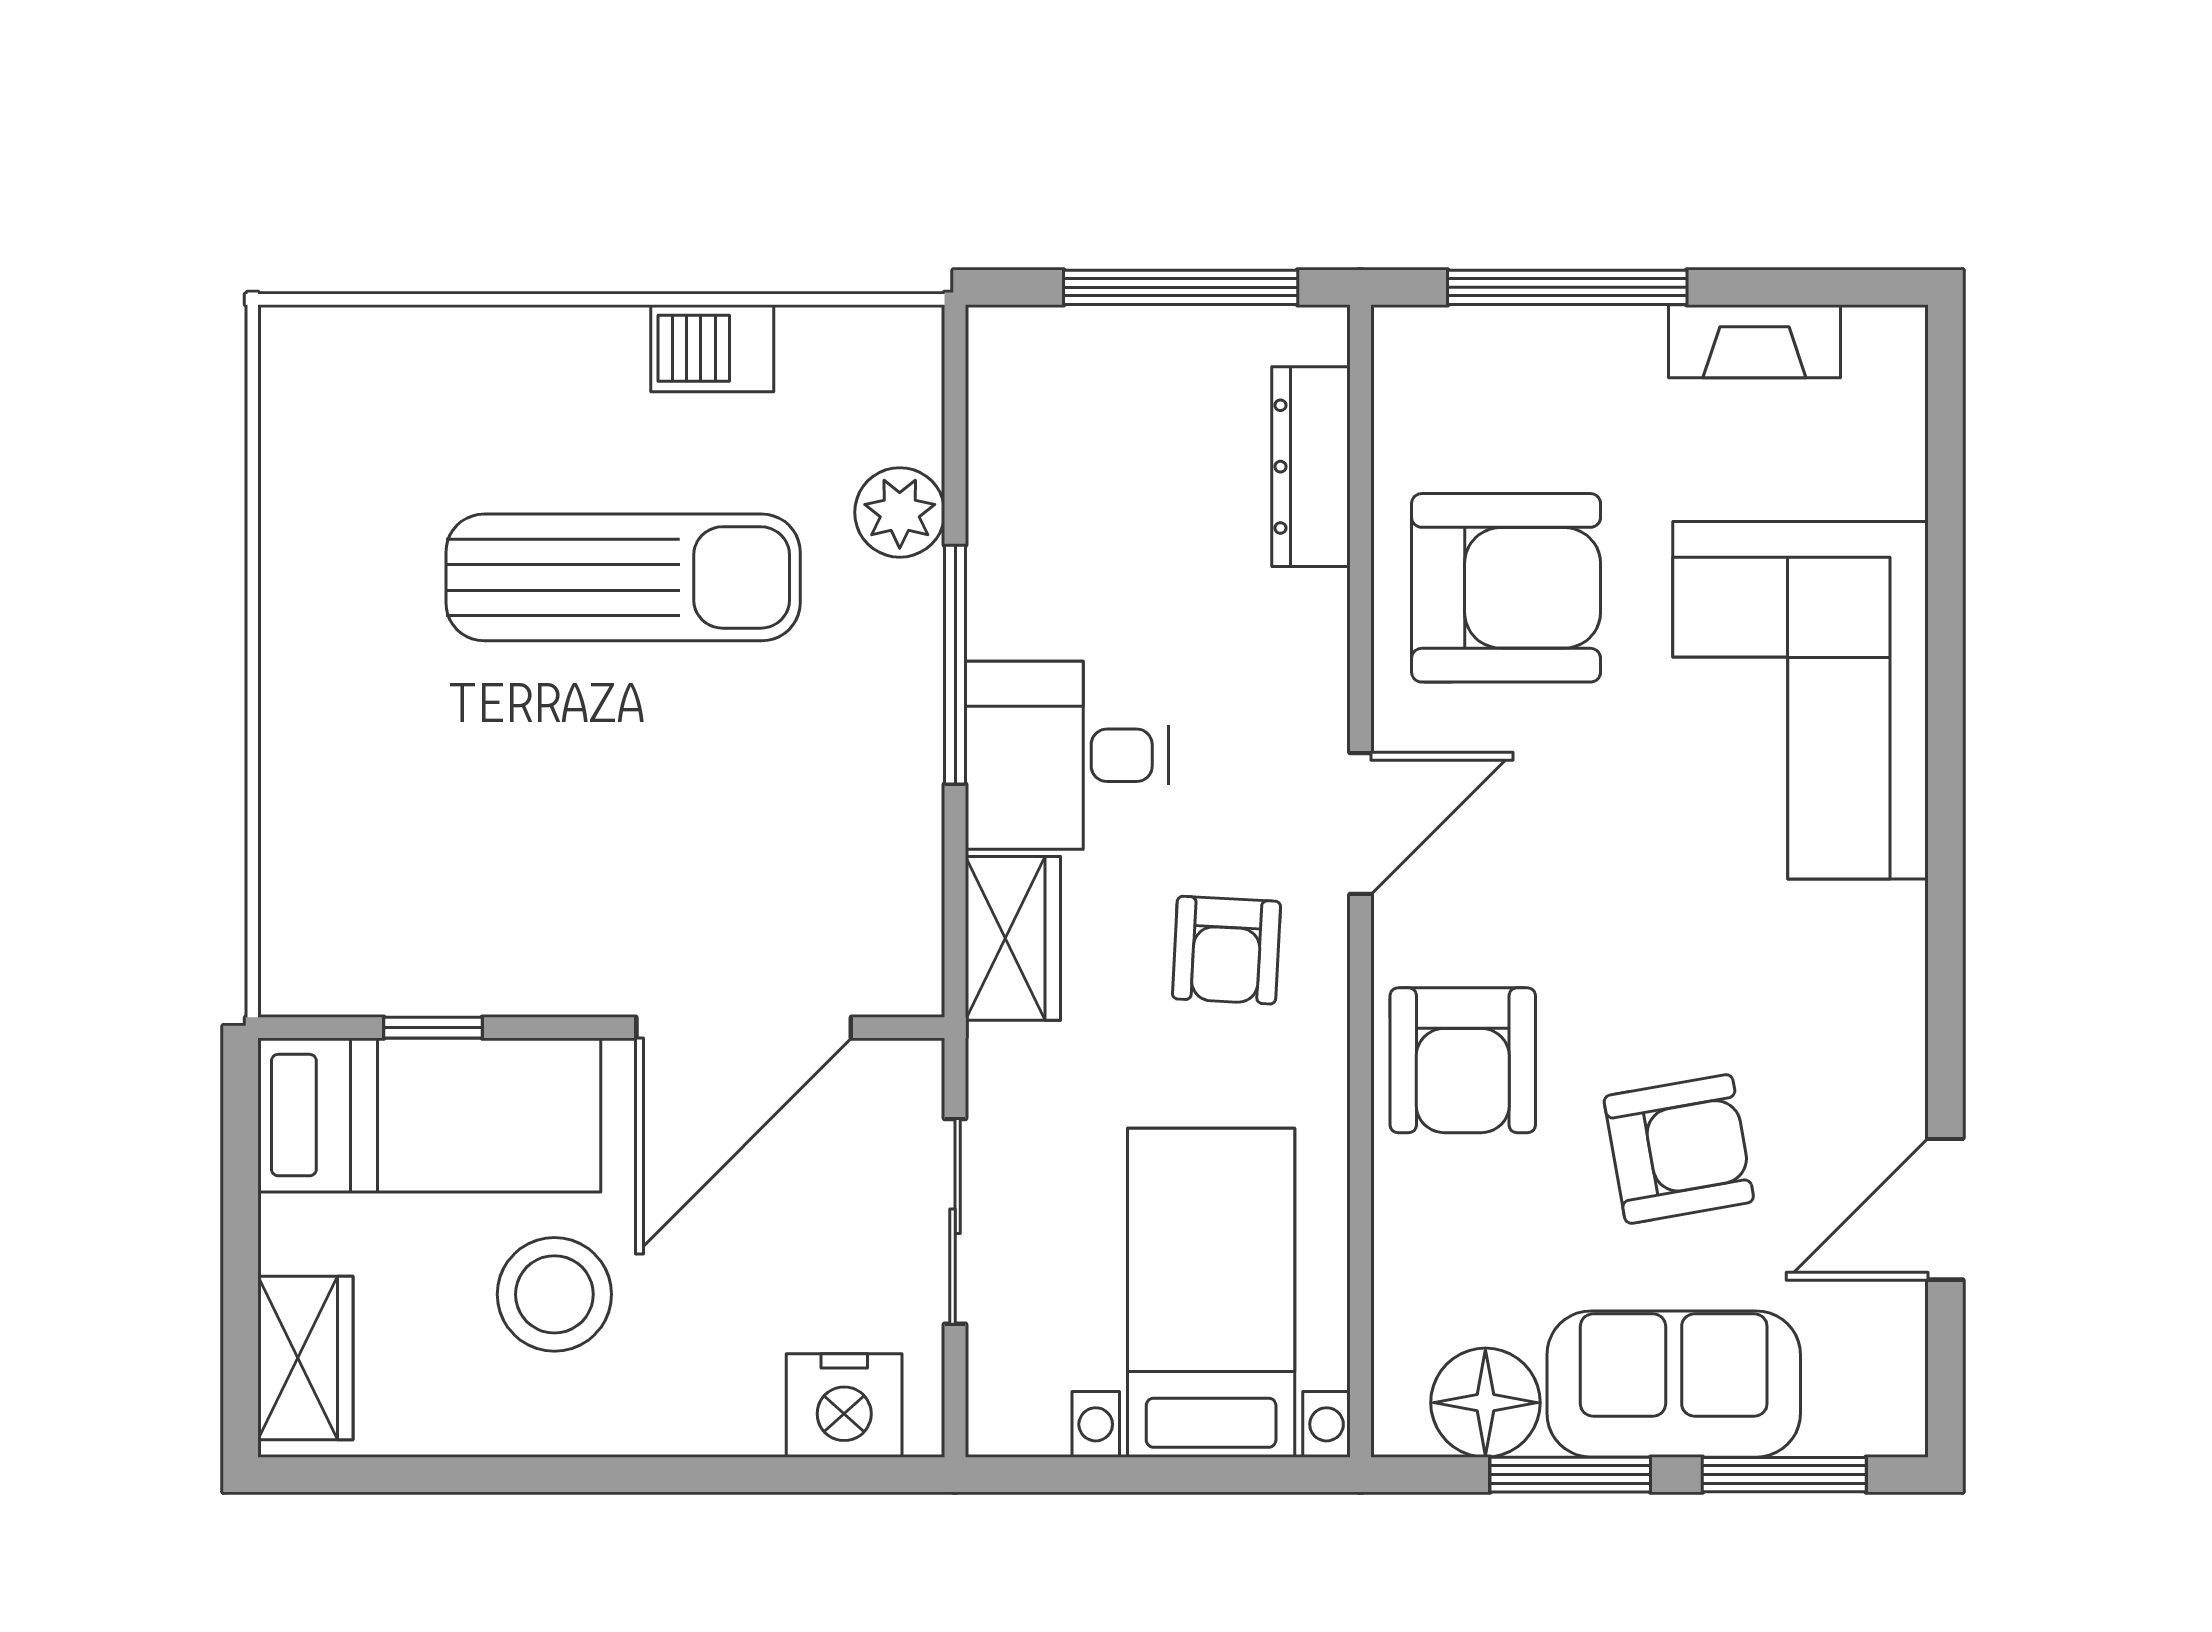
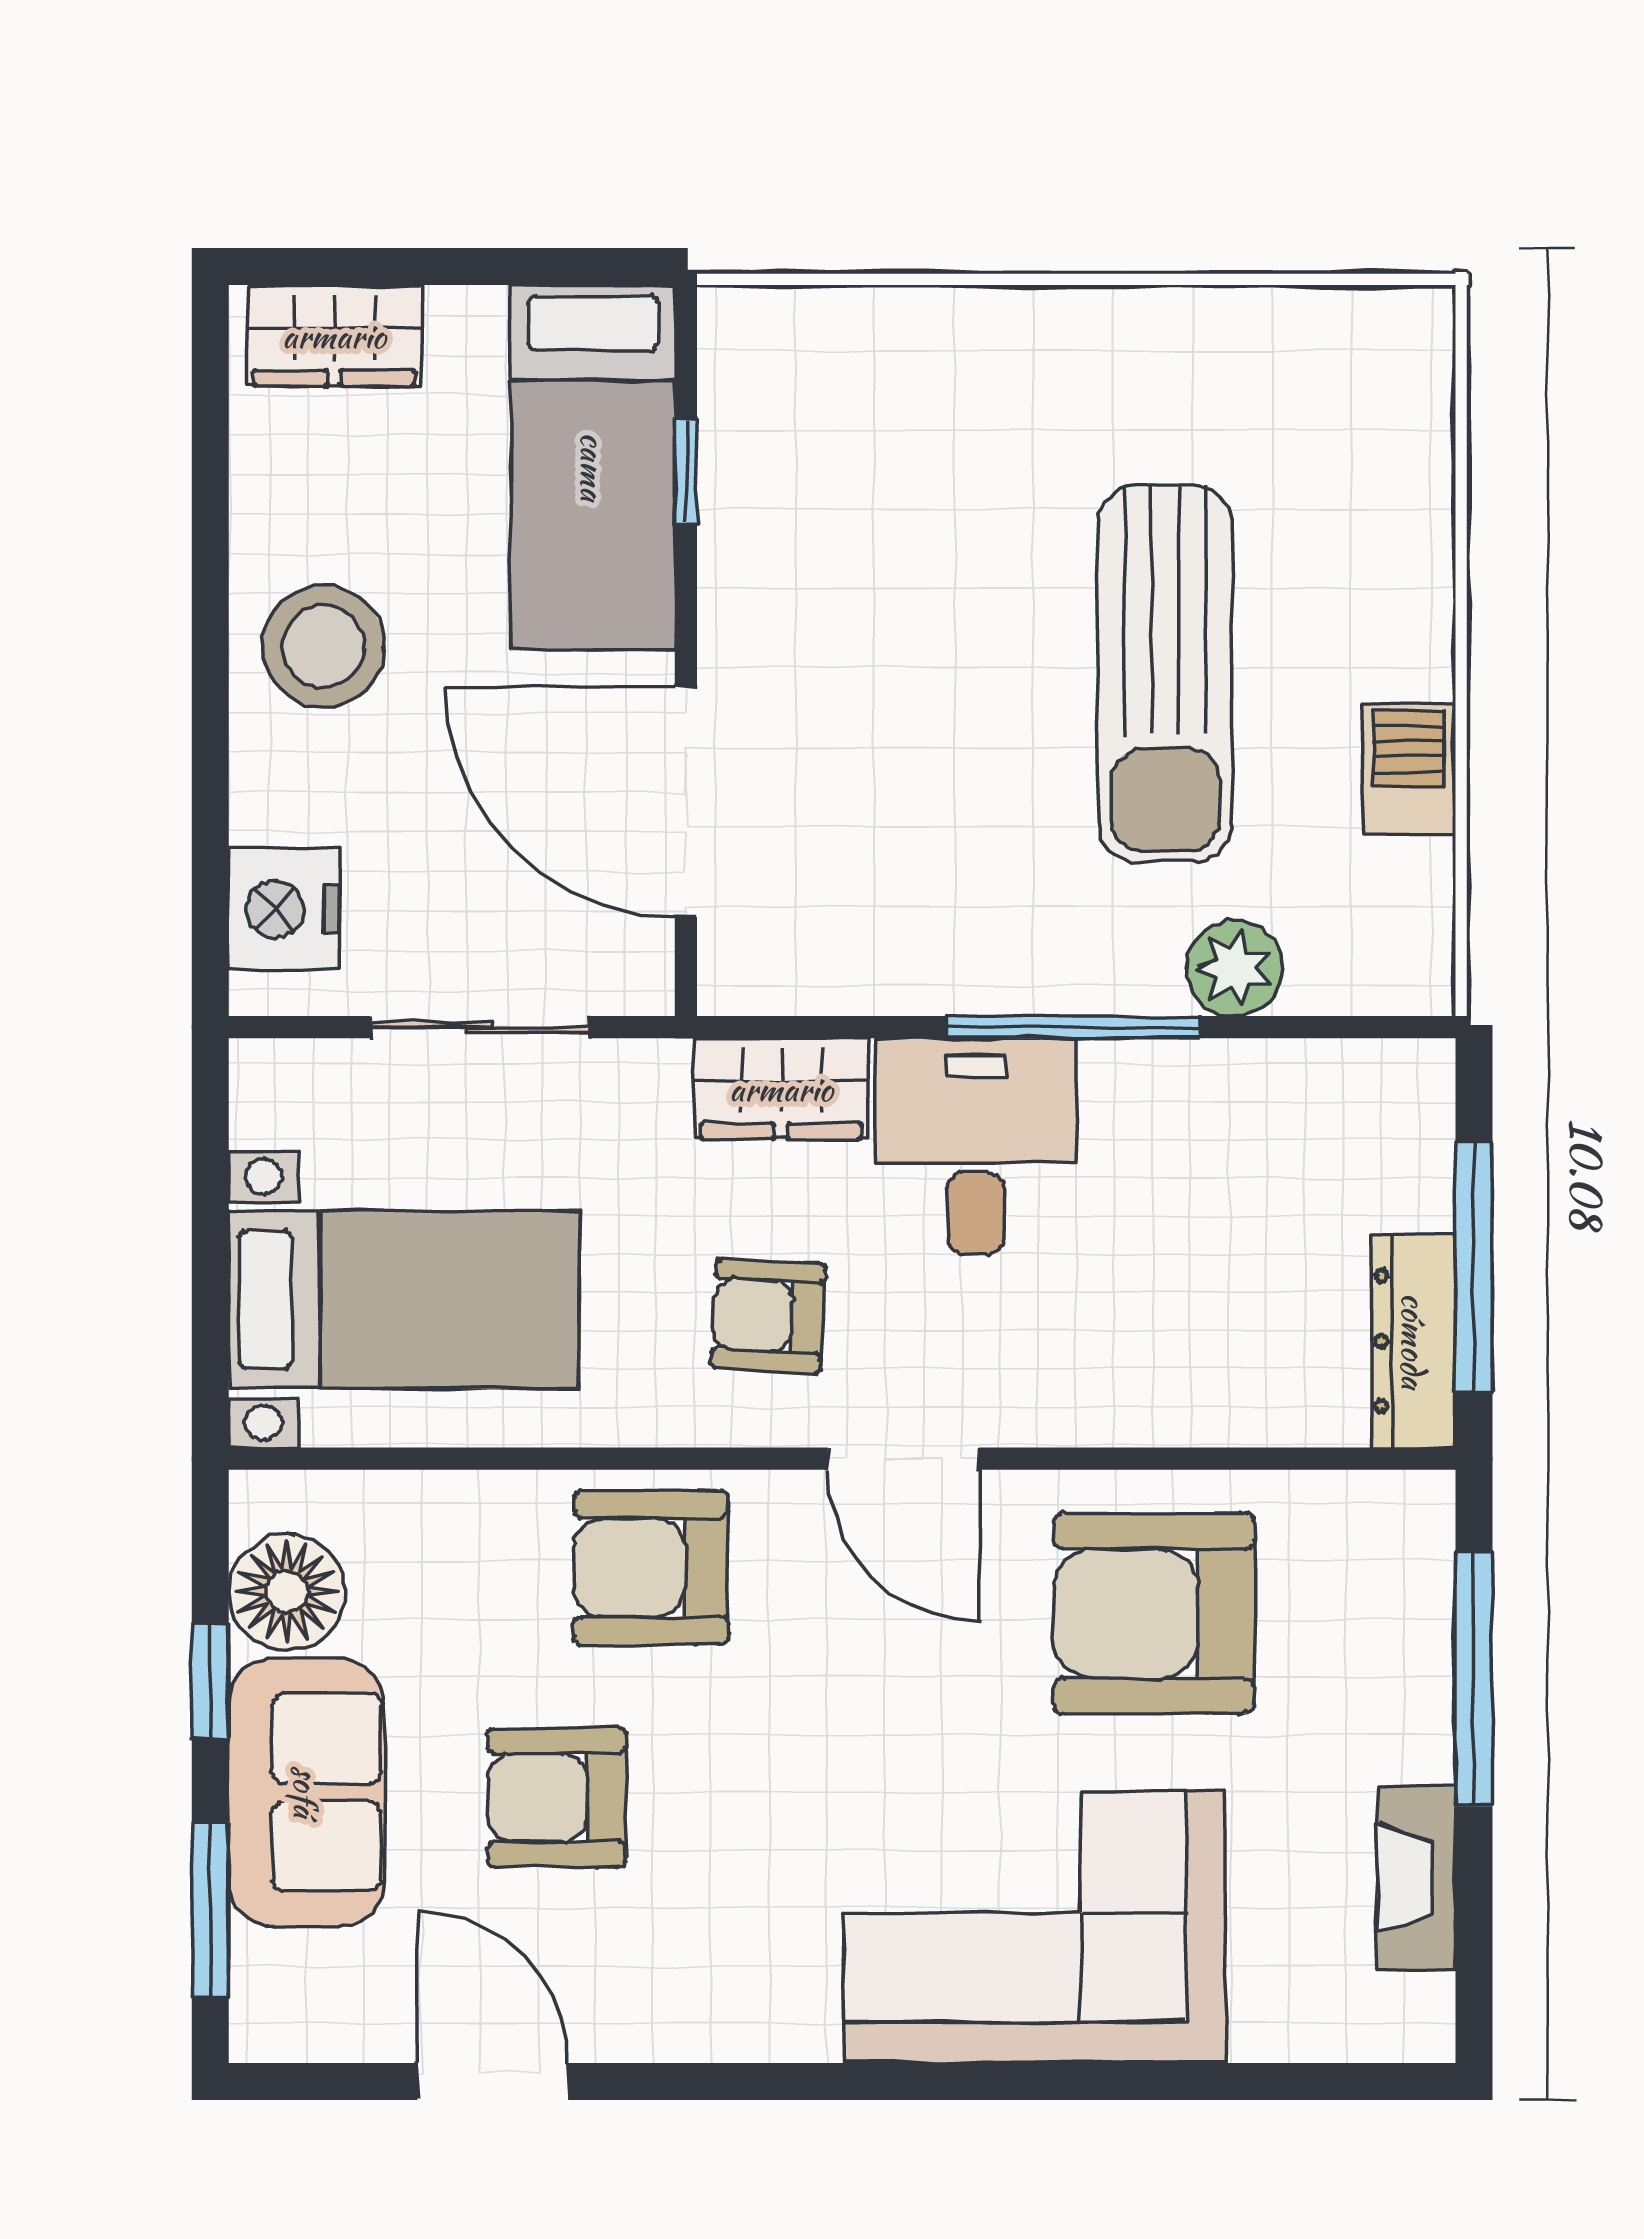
dresser: (1311, 467) -> (1414, 1341), moved, turned -90
armchair: (1506, 588) -> (1154, 1614), turned 90
armchair: (1679, 1149) -> (557, 1798), turned 100
stool: (554, 1294) -> (323, 646), moved
window: (1570, 1475) -> (210, 1682), width x0.67

